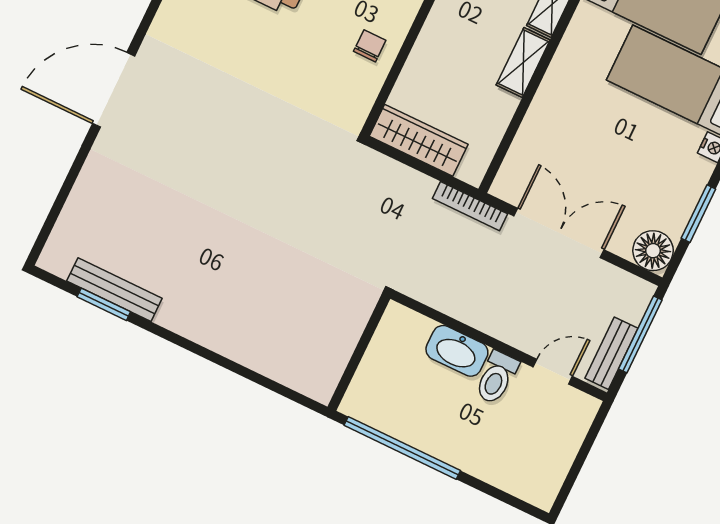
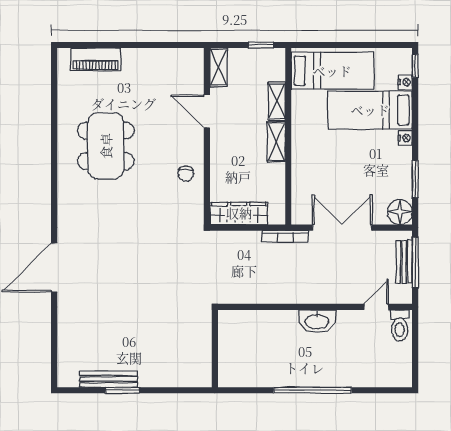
chair: (370, 46) -> (186, 174), turned 180
window: (104, 304) -> (123, 390), moved
wall: (359, 353) -> (215, 349), moved
bench: (611, 353) -> (404, 262), moved
toilet: (497, 378) -> (400, 325), moved

